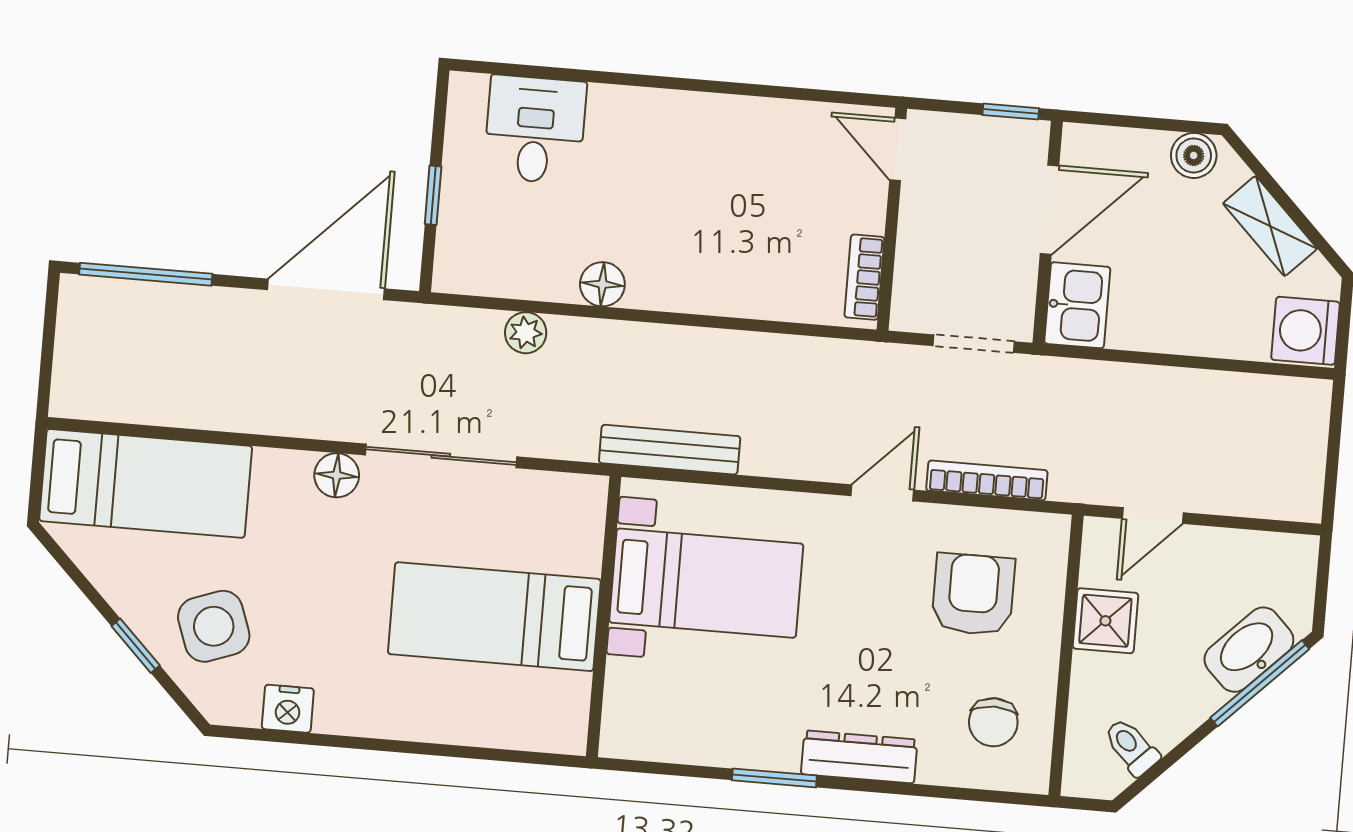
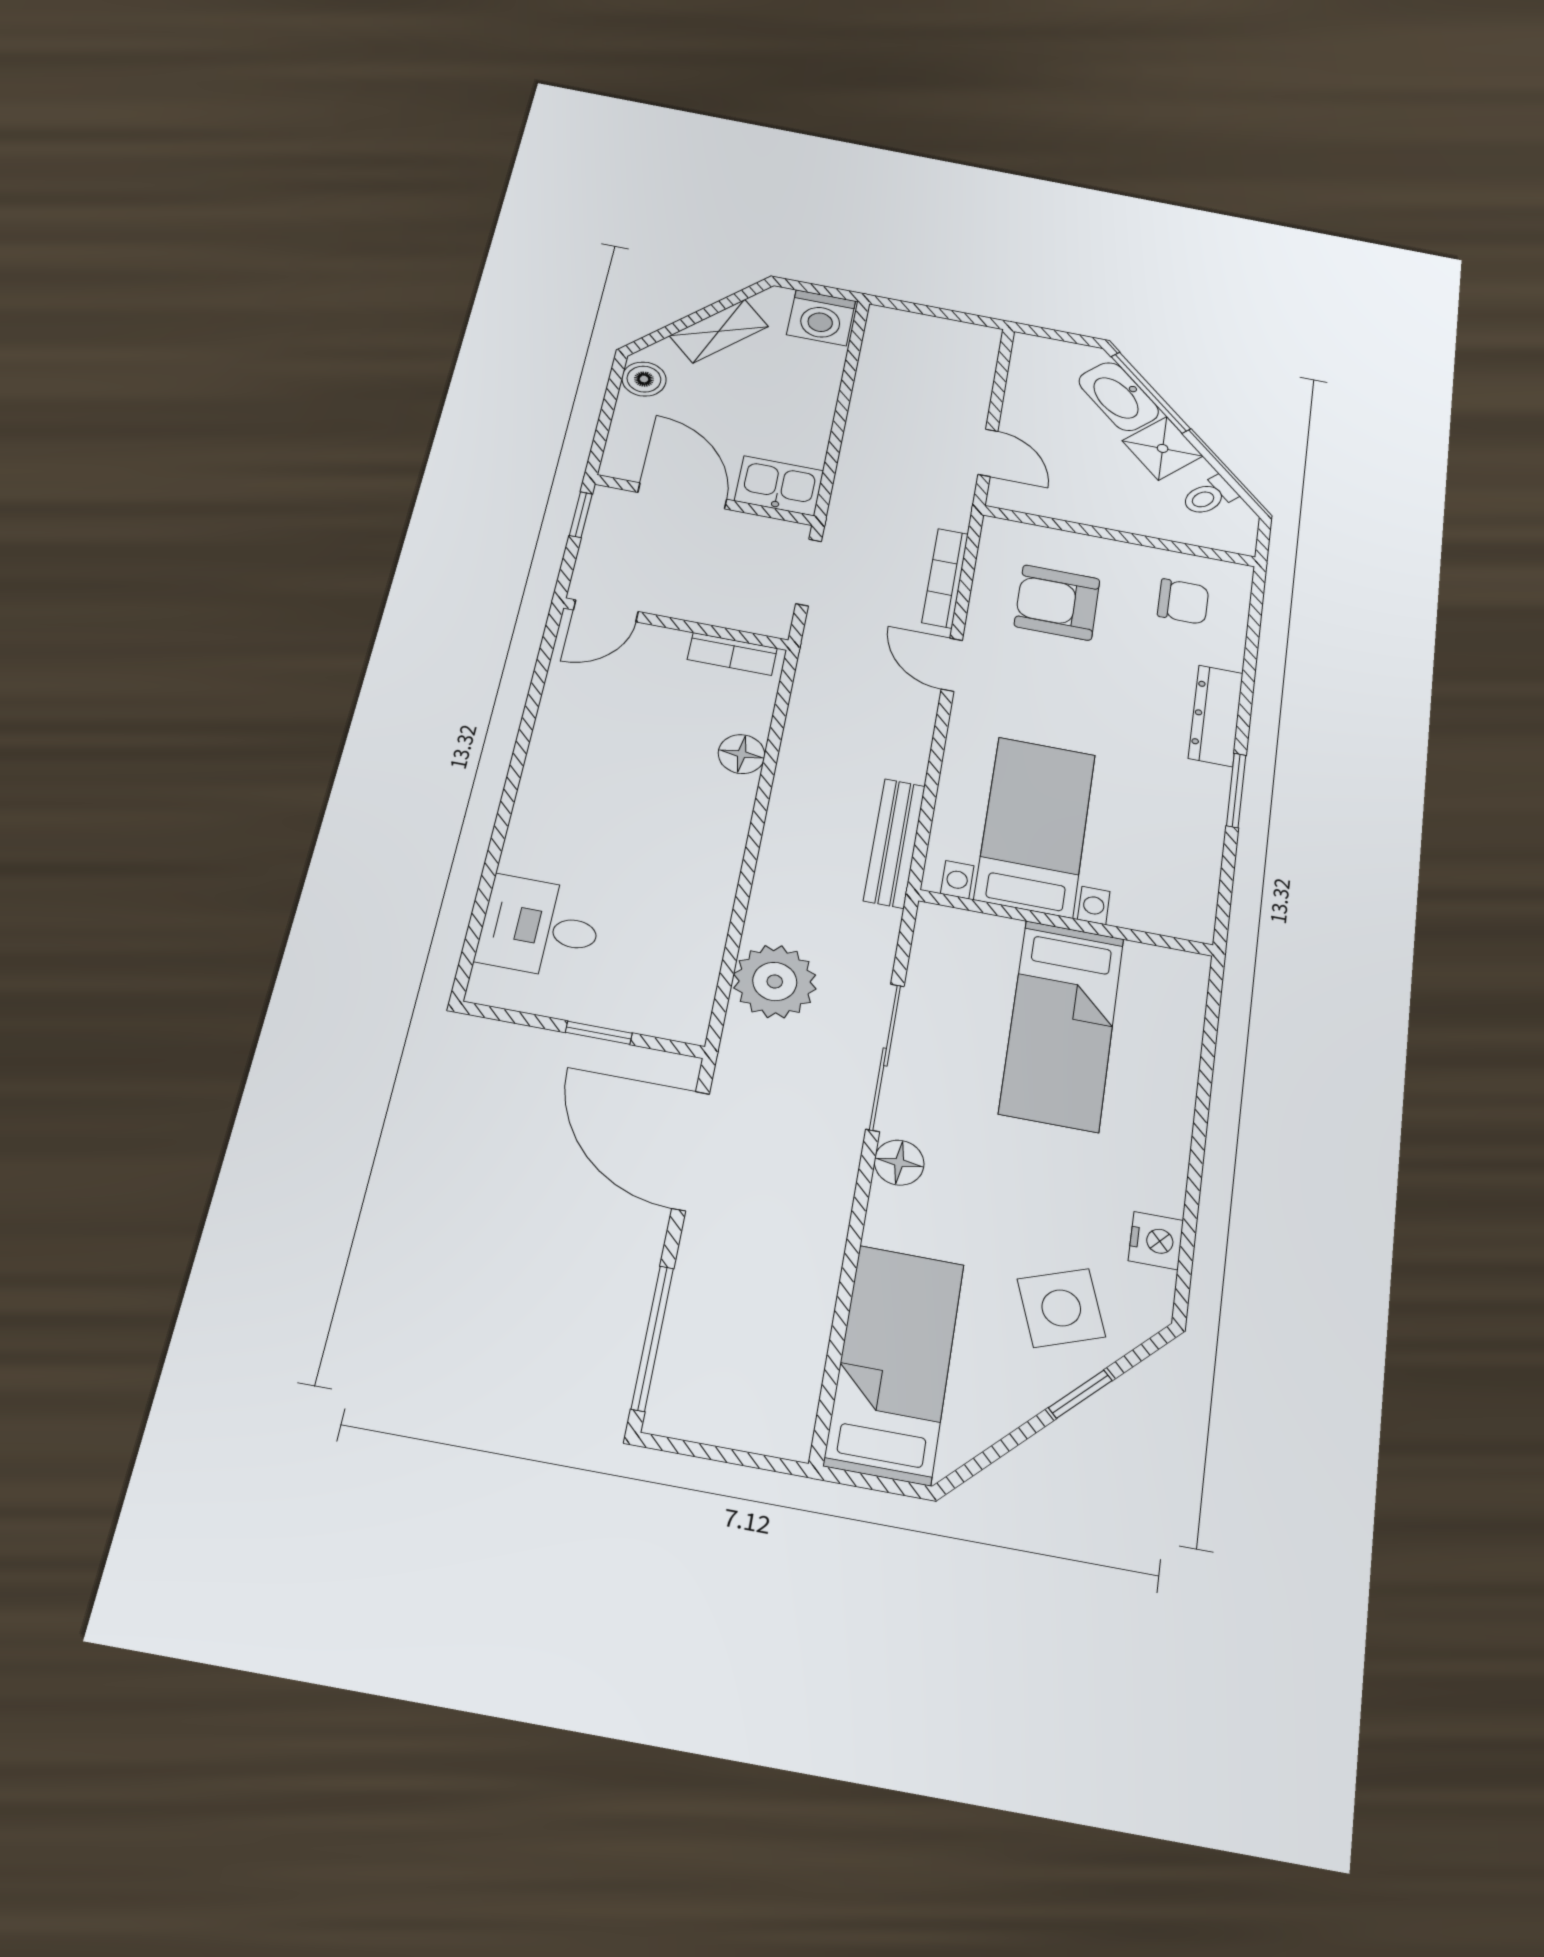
floor lamp: (602, 284) -> (742, 754), moved
plant: (526, 333) -> (775, 981), width x1.88, depth x1.88
shower: (1105, 621) -> (1163, 448), moved, turned 45

